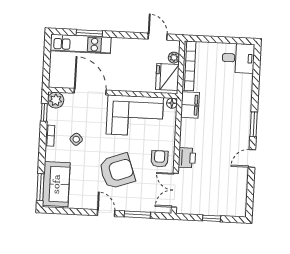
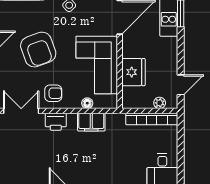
fridge: (167, 77) -> (133, 72), moved, turned 90
floor lamp: (172, 103) -> (87, 103), moved
filing cabinet: (190, 105) -> (91, 122), moved

